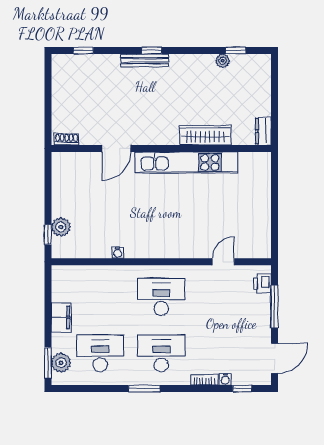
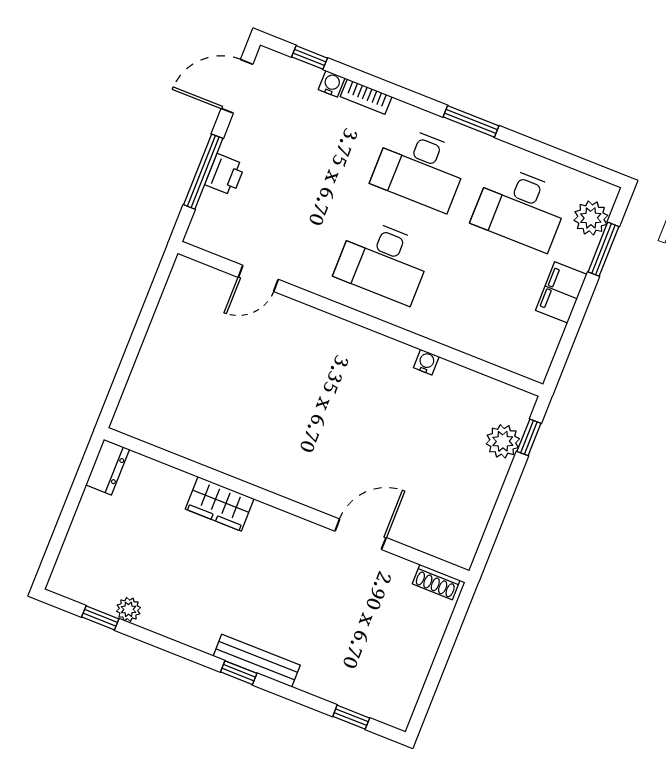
wardrobe: (205, 135) -> (220, 504), width x0.67
kitchen unit: (186, 162) -> (254, 466), removed
printer: (262, 283) -> (225, 175), moved
window: (48, 363) -> (603, 249), moved

